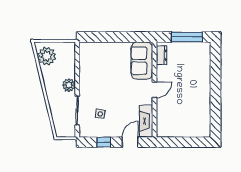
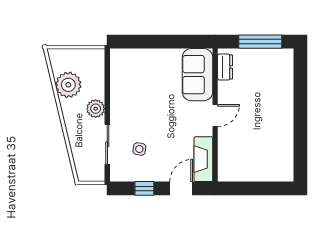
plant: (47, 56) -> (68, 85), moved

